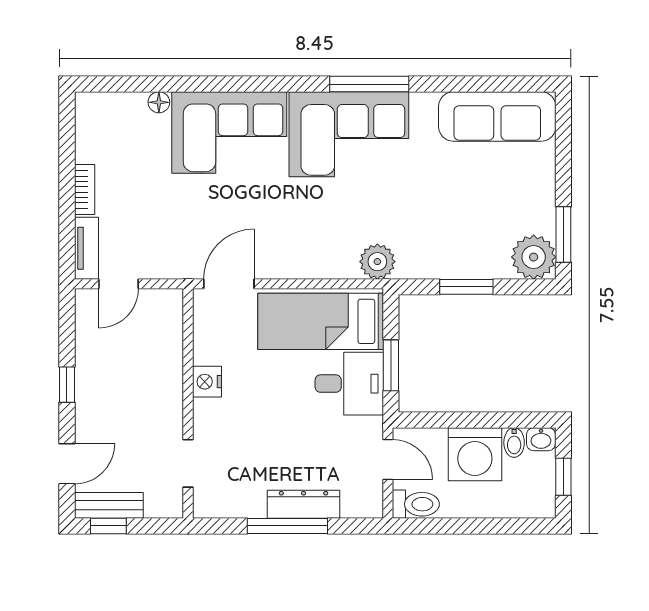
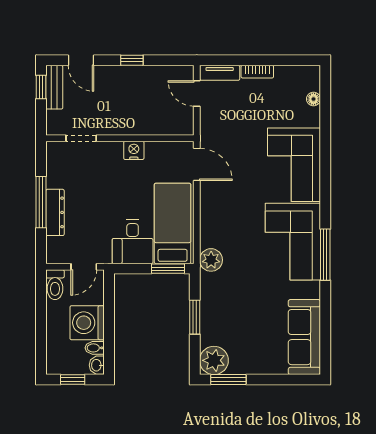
floor lamp: (159, 102) -> (313, 99), moved
window: (391, 365) -> (168, 269), moved

